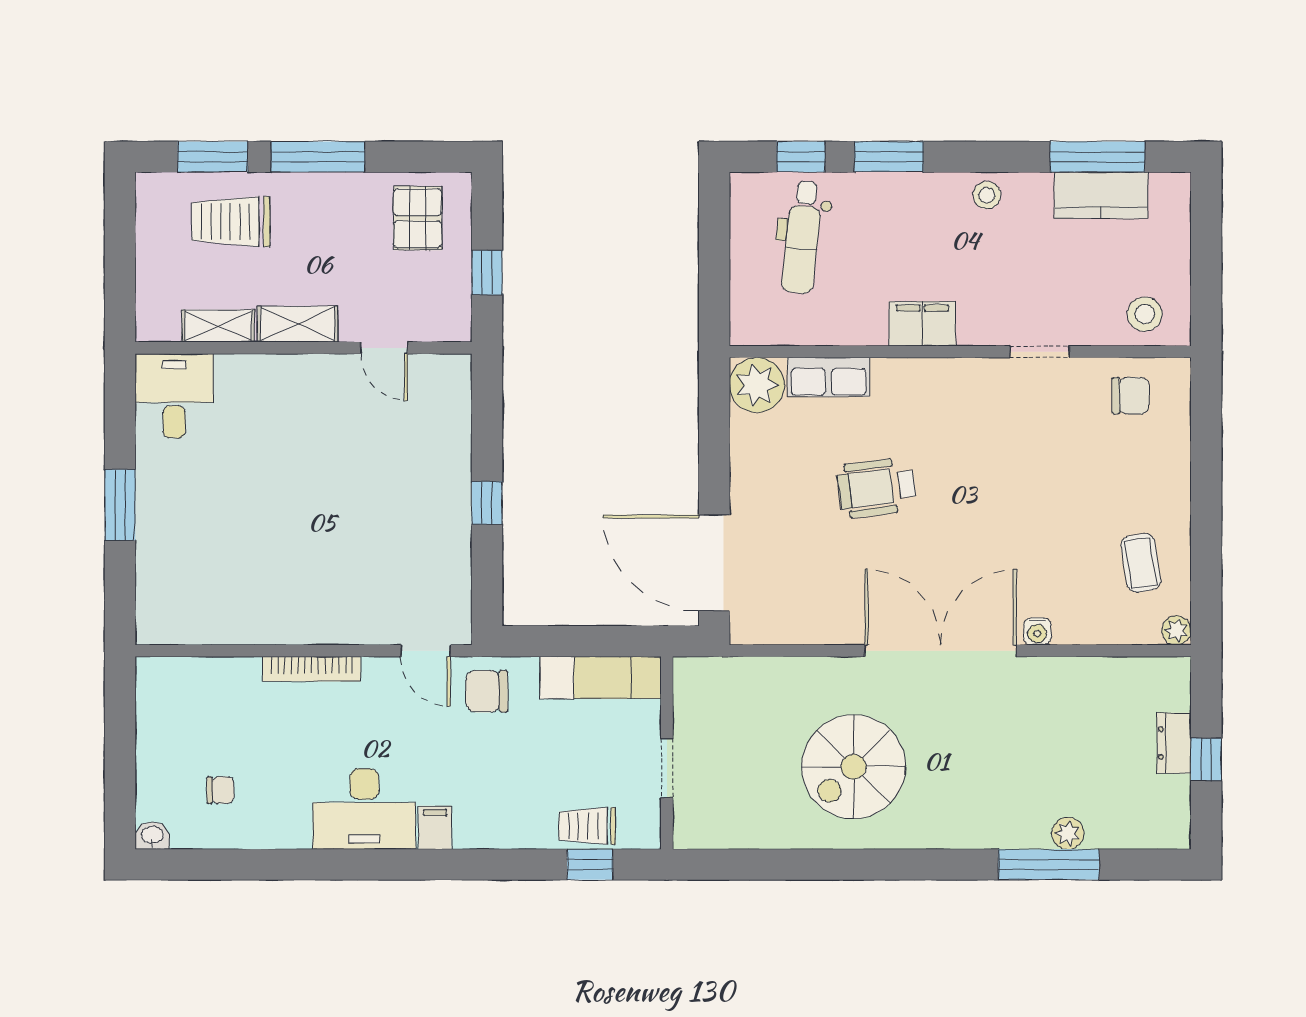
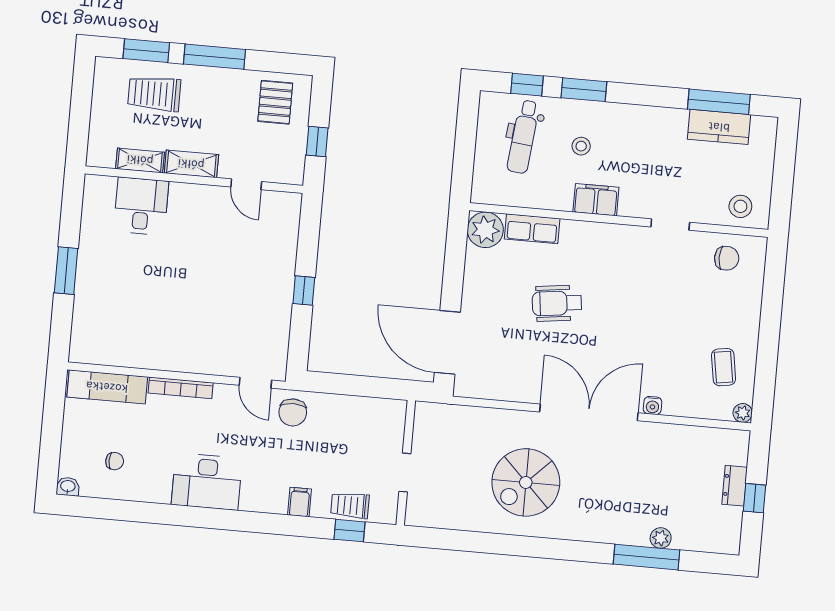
stool: (987, 195) -> (581, 146), moved
desk: (174, 396) -> (141, 206), moved
exam couch: (601, 678) -> (107, 387), moved
chair: (487, 691) -> (293, 412), turned -90
filing cabinet: (435, 828) -> (299, 502), moved

